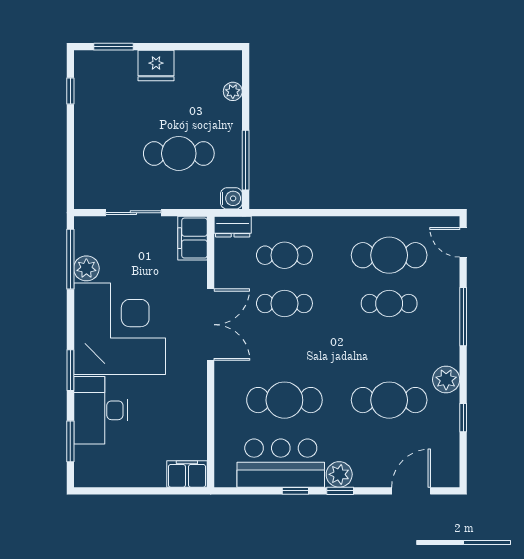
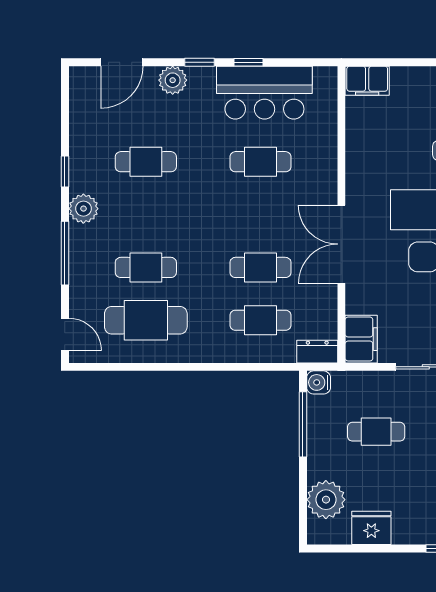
fridge: (156, 66) -> (371, 528), moved
plant: (233, 91) -> (326, 500), width x1.87, depth x1.87
cafe table: (179, 153) -> (376, 432), width x0.73, depth x0.74
plant: (446, 380) -> (83, 209), moved
cafe table: (284, 400) -> (260, 162), width x0.73, depth x0.74
cafe table: (389, 400) -> (146, 162), width x0.73, depth x0.74
window: (463, 418) -> (65, 171), moved
plant: (339, 474) -> (173, 80), moved

